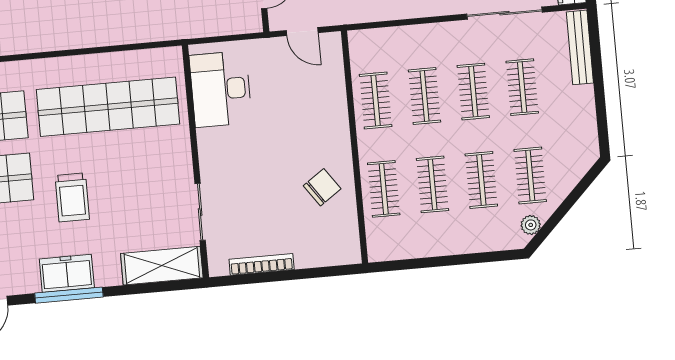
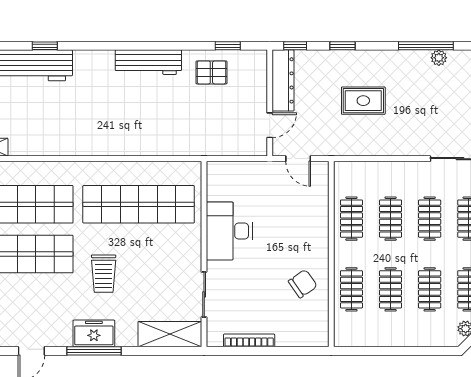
desk: (221, 89) -> (229, 231), moved

